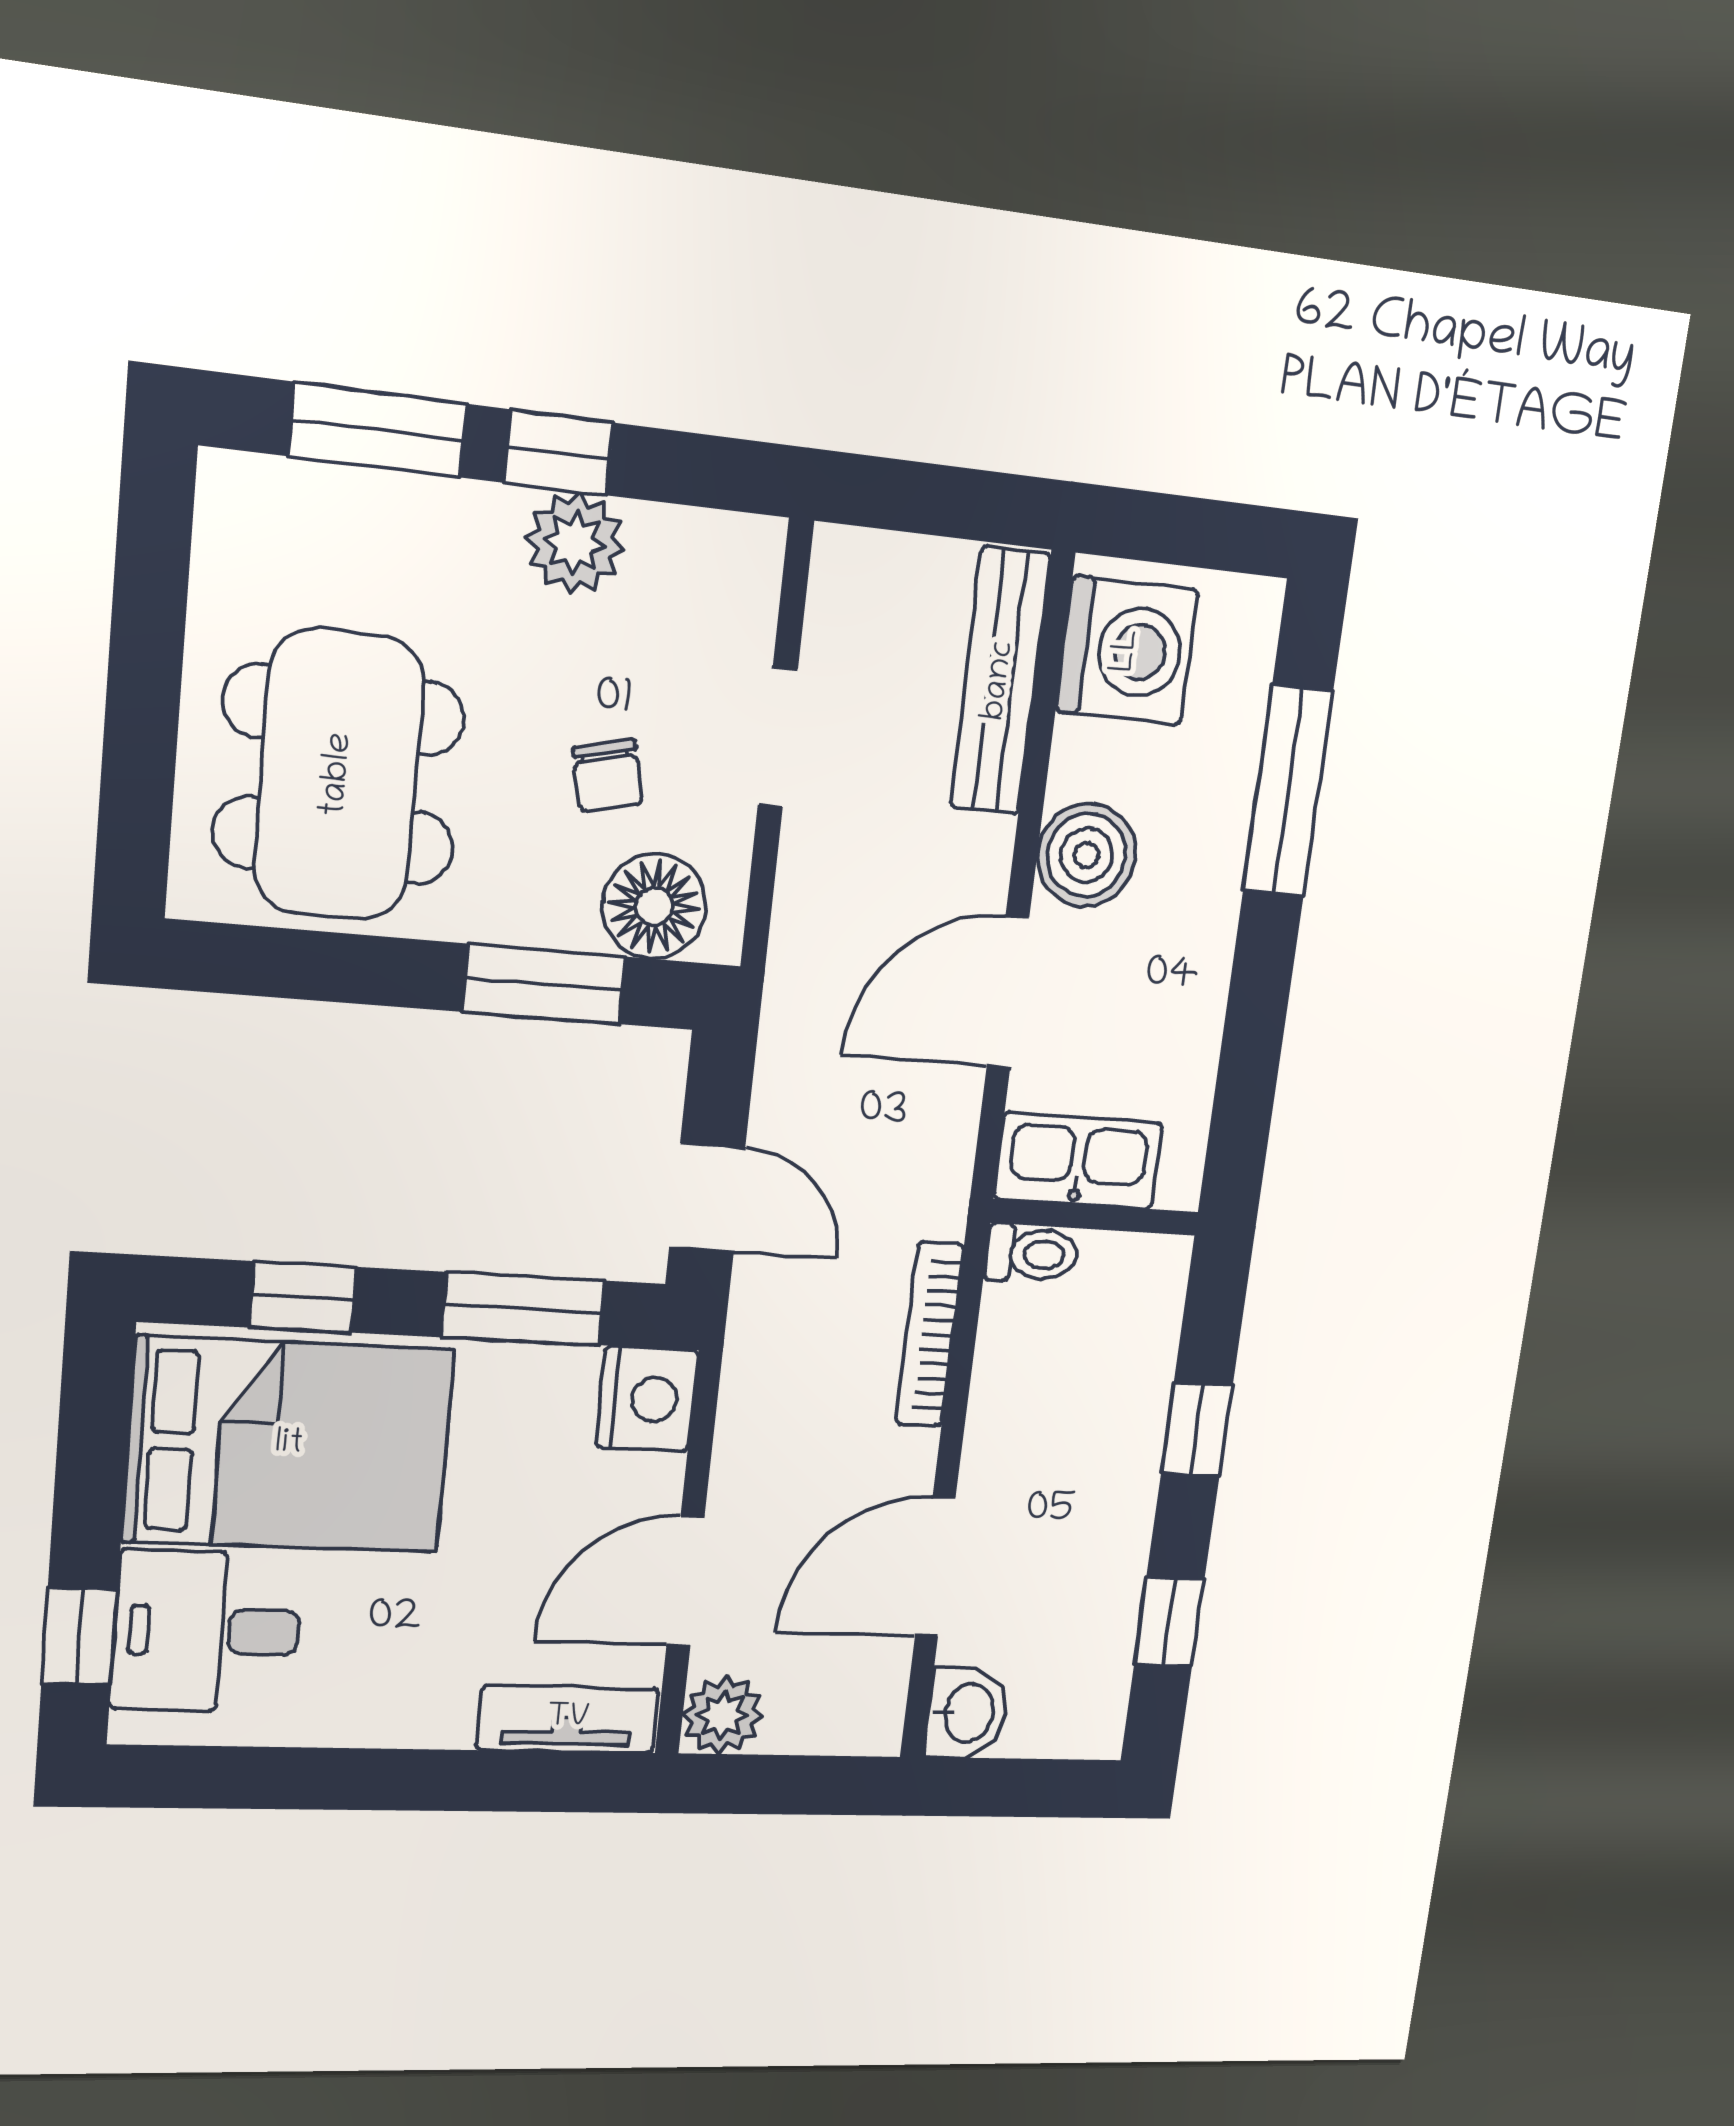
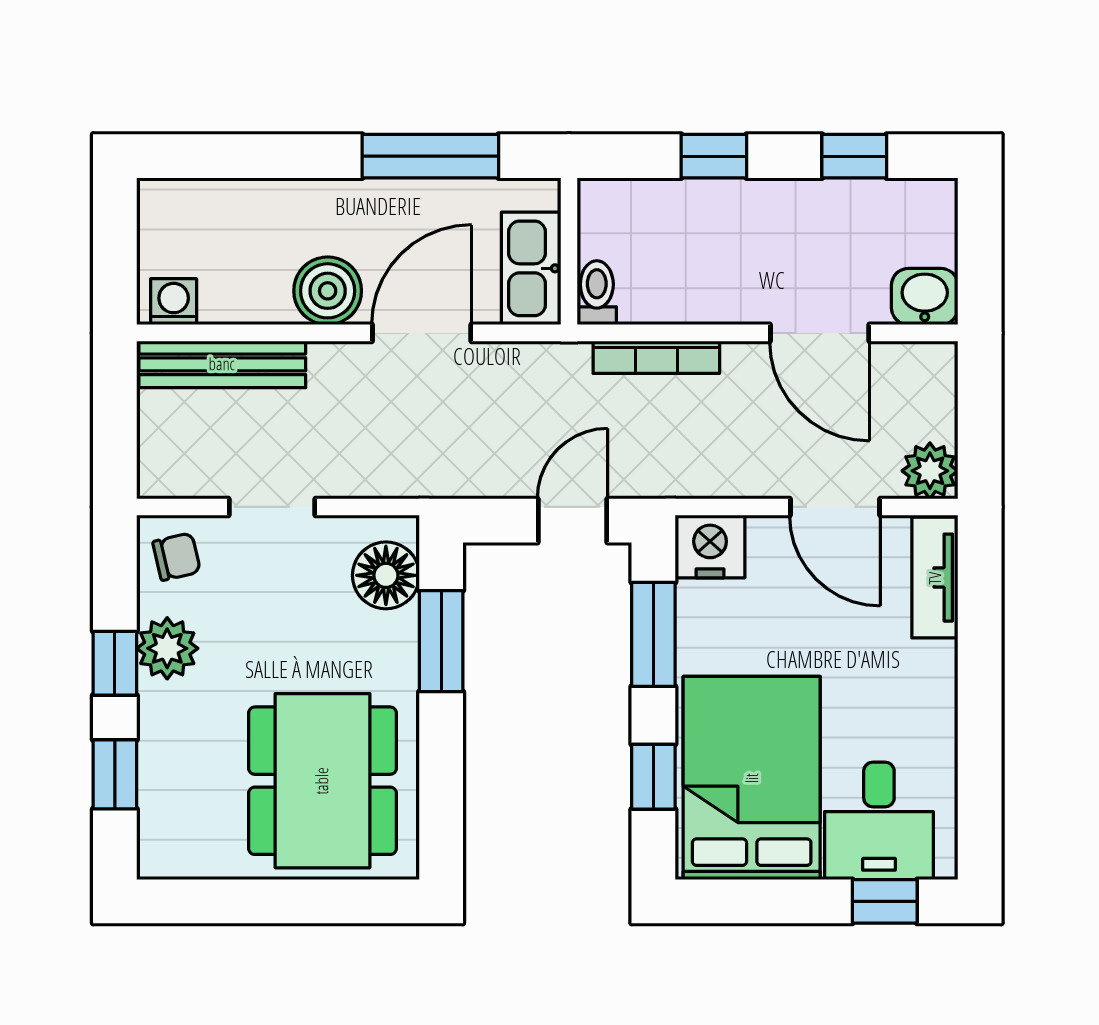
window: (378, 430) -> (115, 774), width x0.67
washing machine: (1127, 651) -> (174, 302), width x0.53, depth x0.53
dining table: (339, 775) -> (322, 781), turned 90
chair: (608, 776) -> (177, 557), moved
window: (1288, 791) -> (430, 156), moved
door: (1008, 992) -> (422, 333), swing flipped

